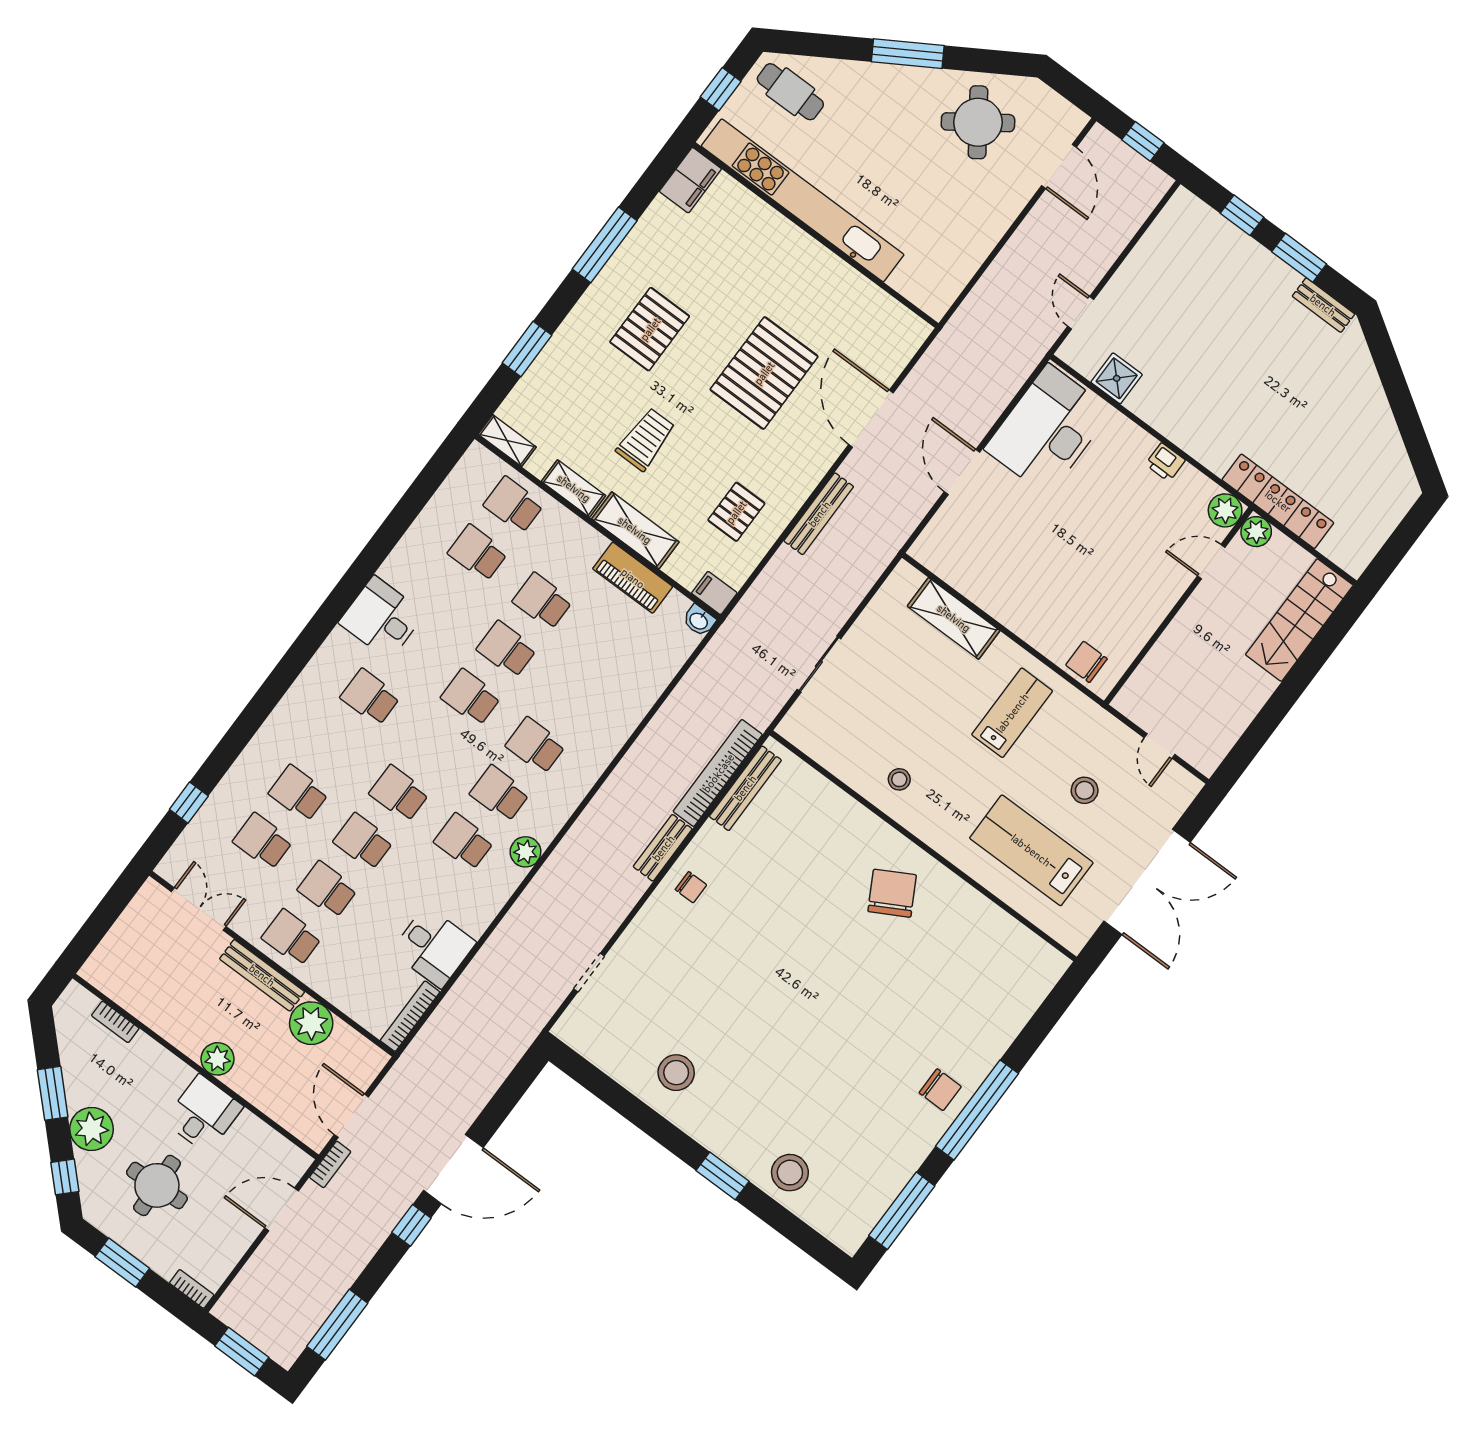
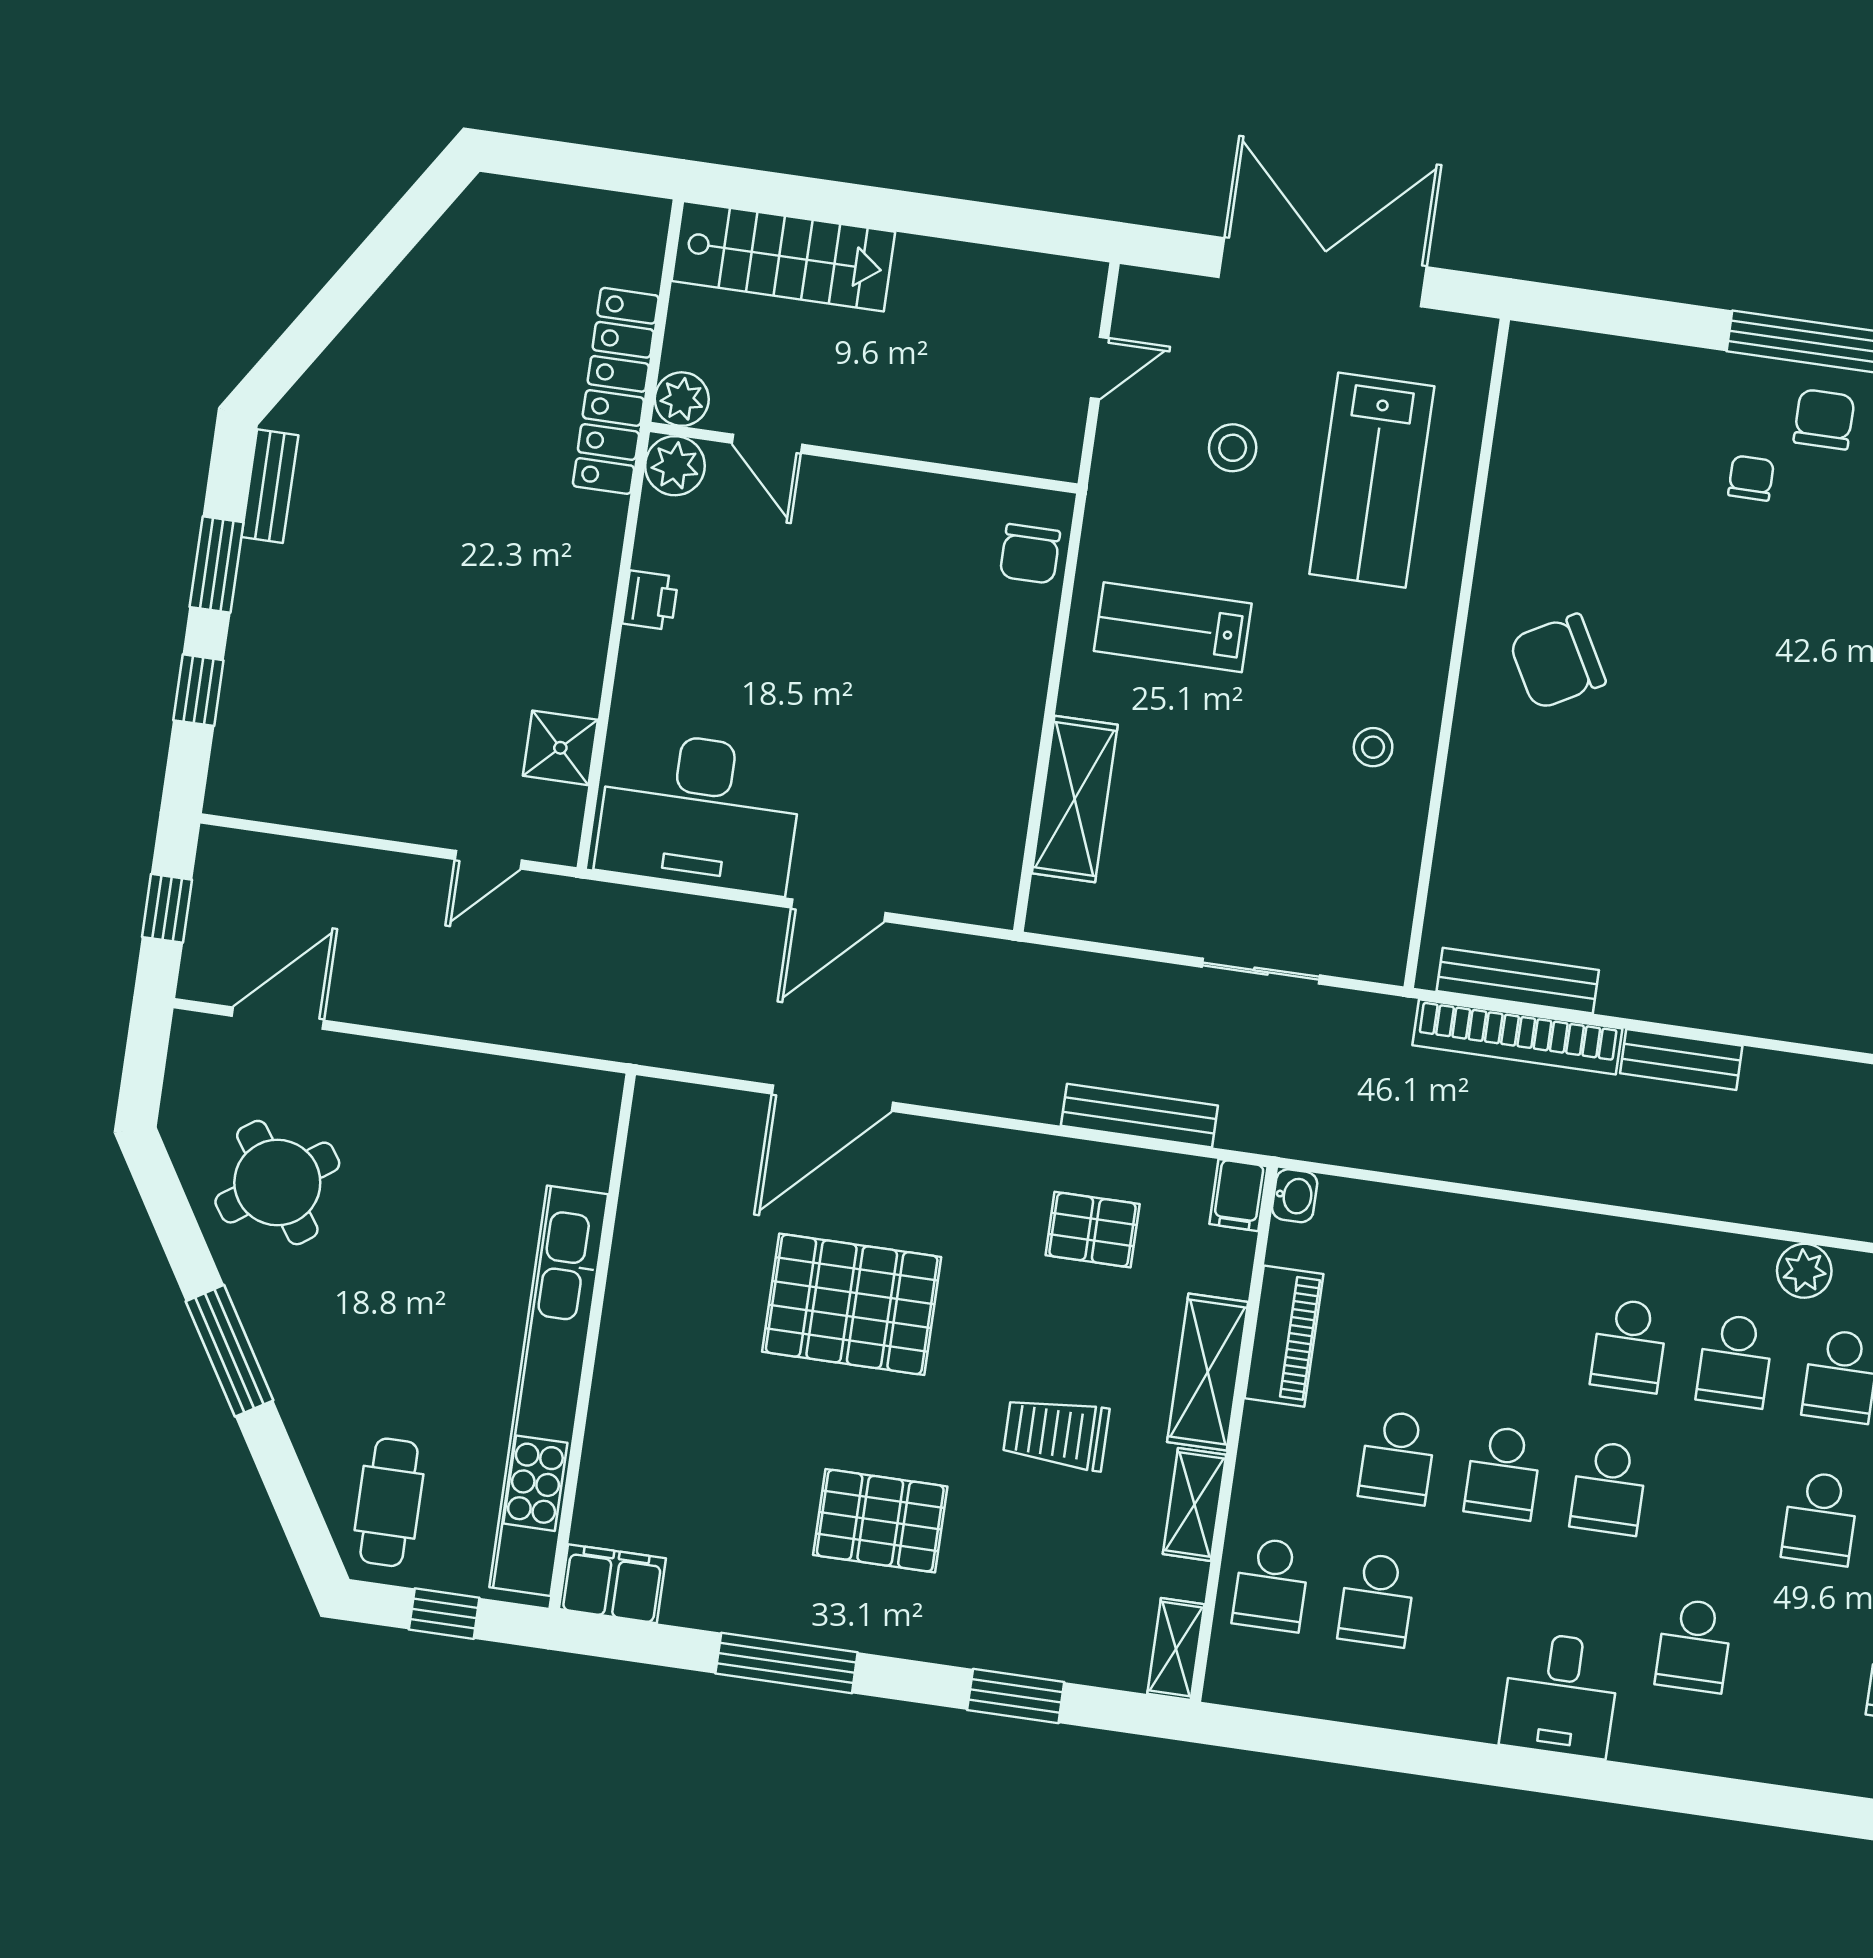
bench: (819, 514) -> (1139, 1116), moved
chair: (691, 887) -> (1751, 478), moved

